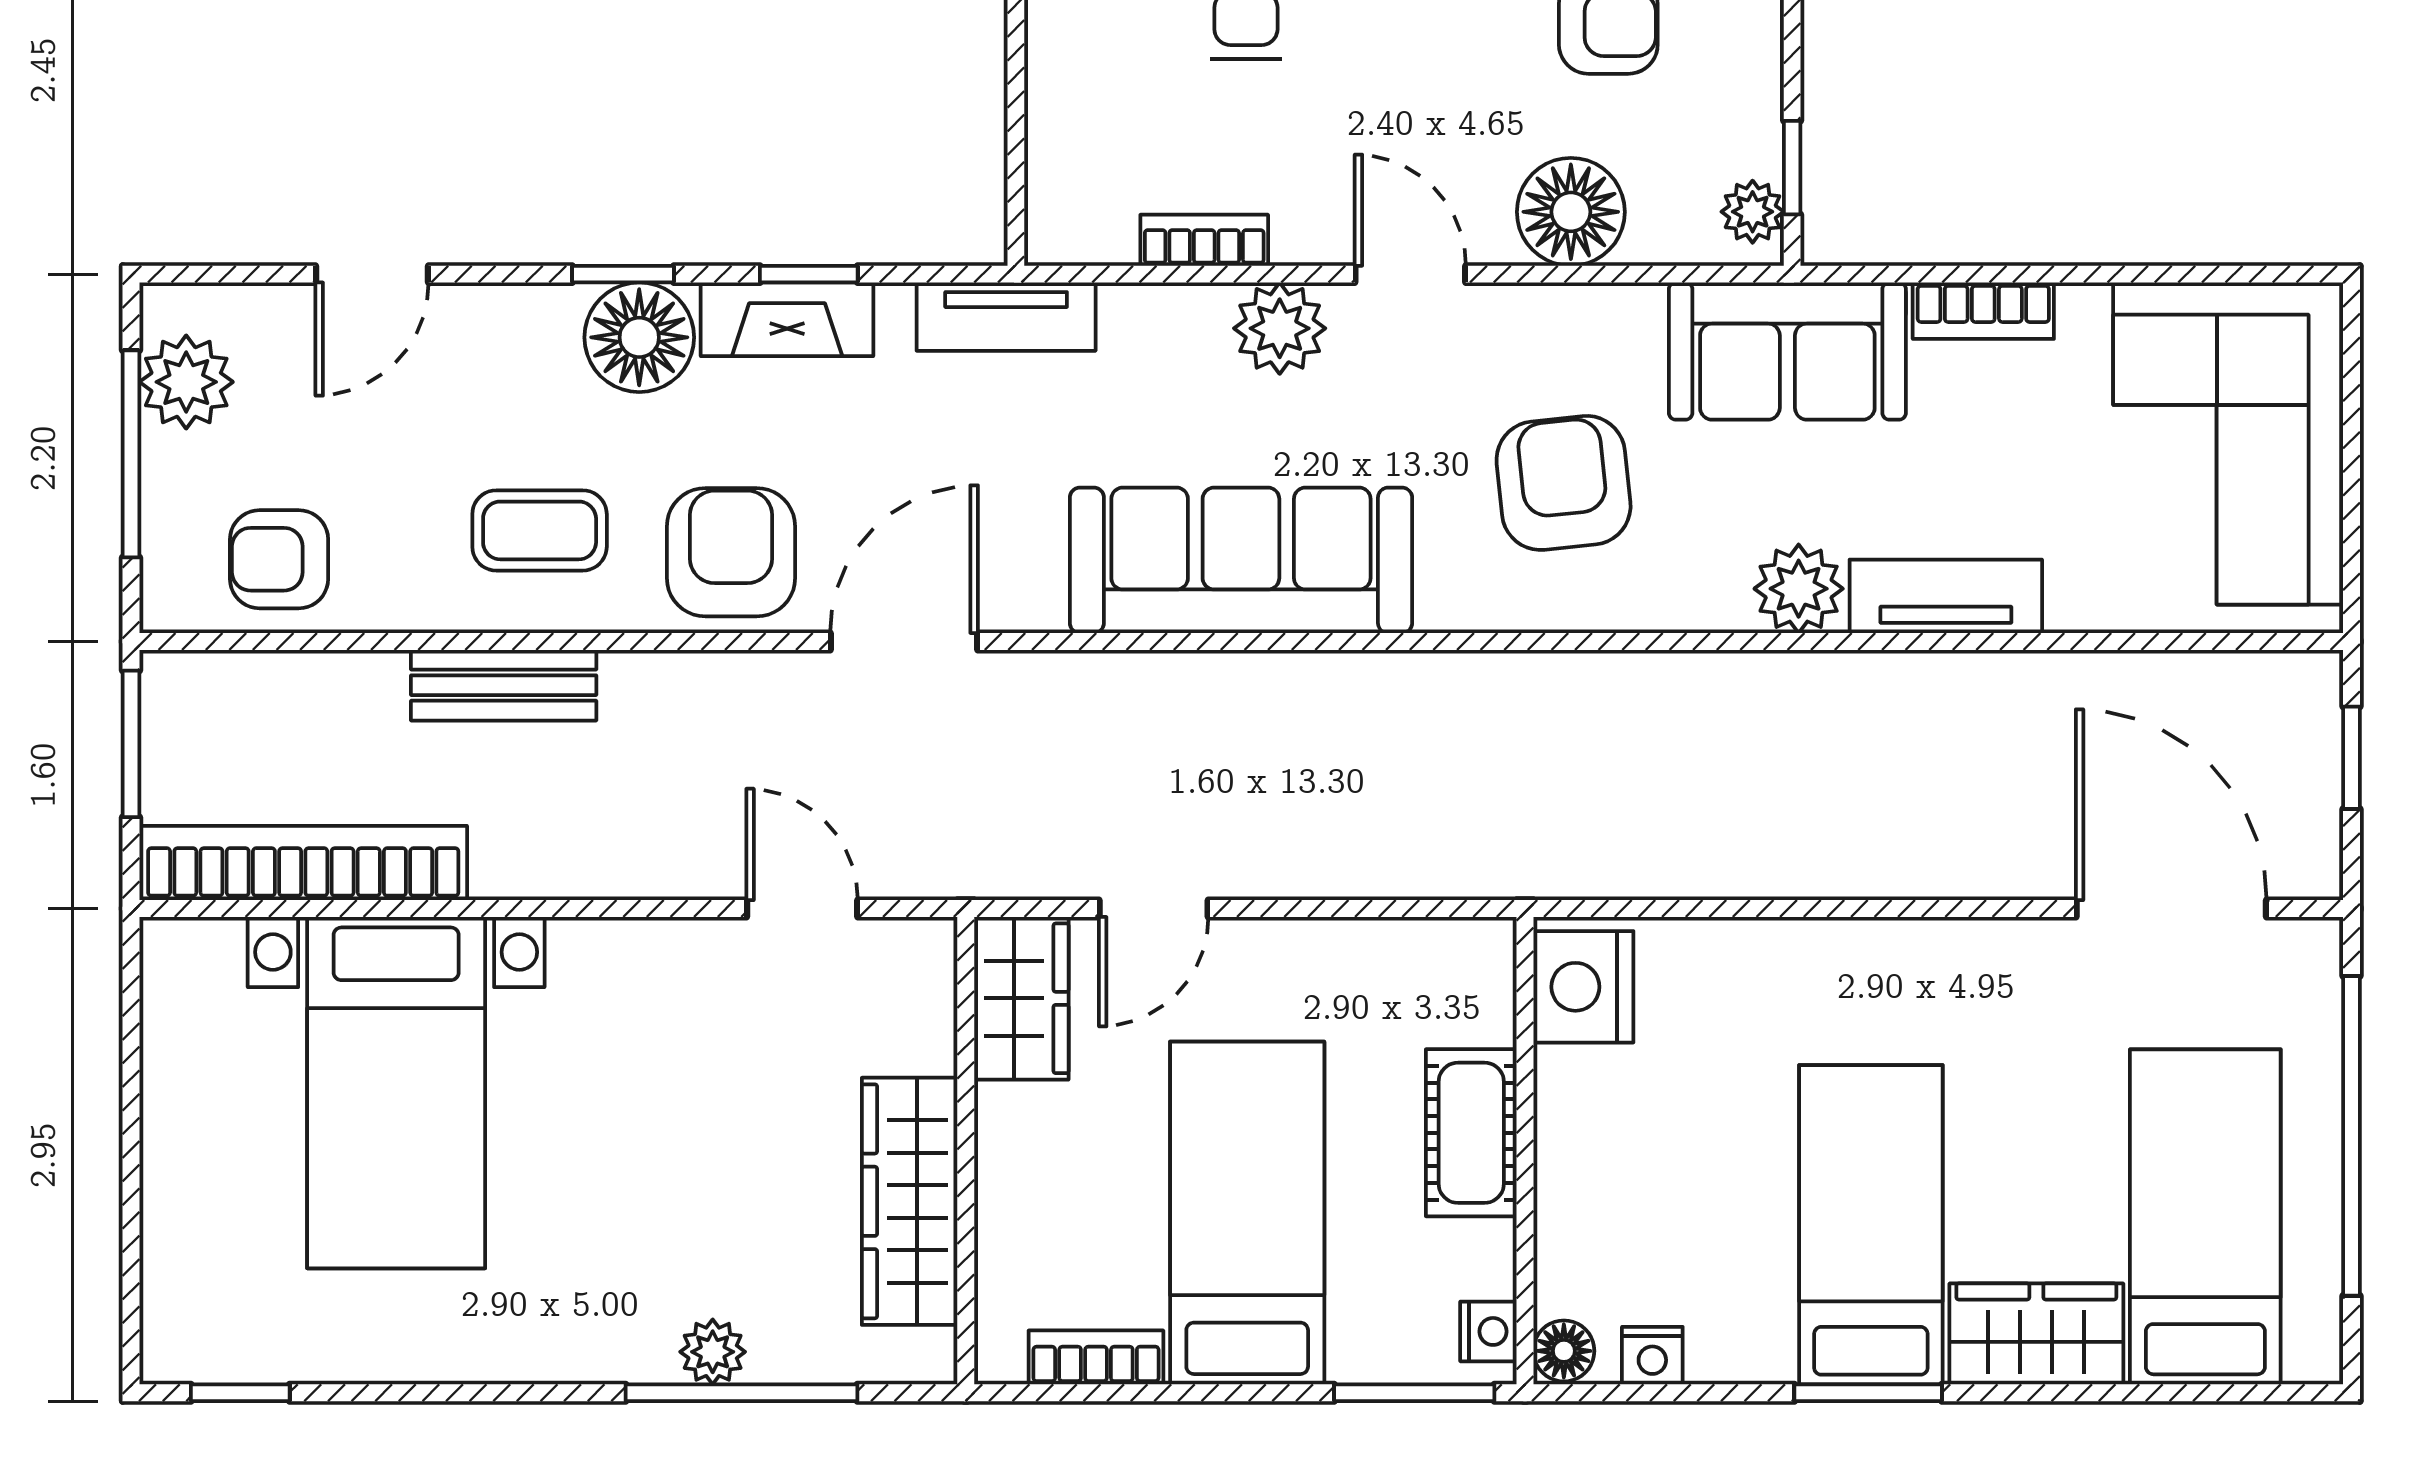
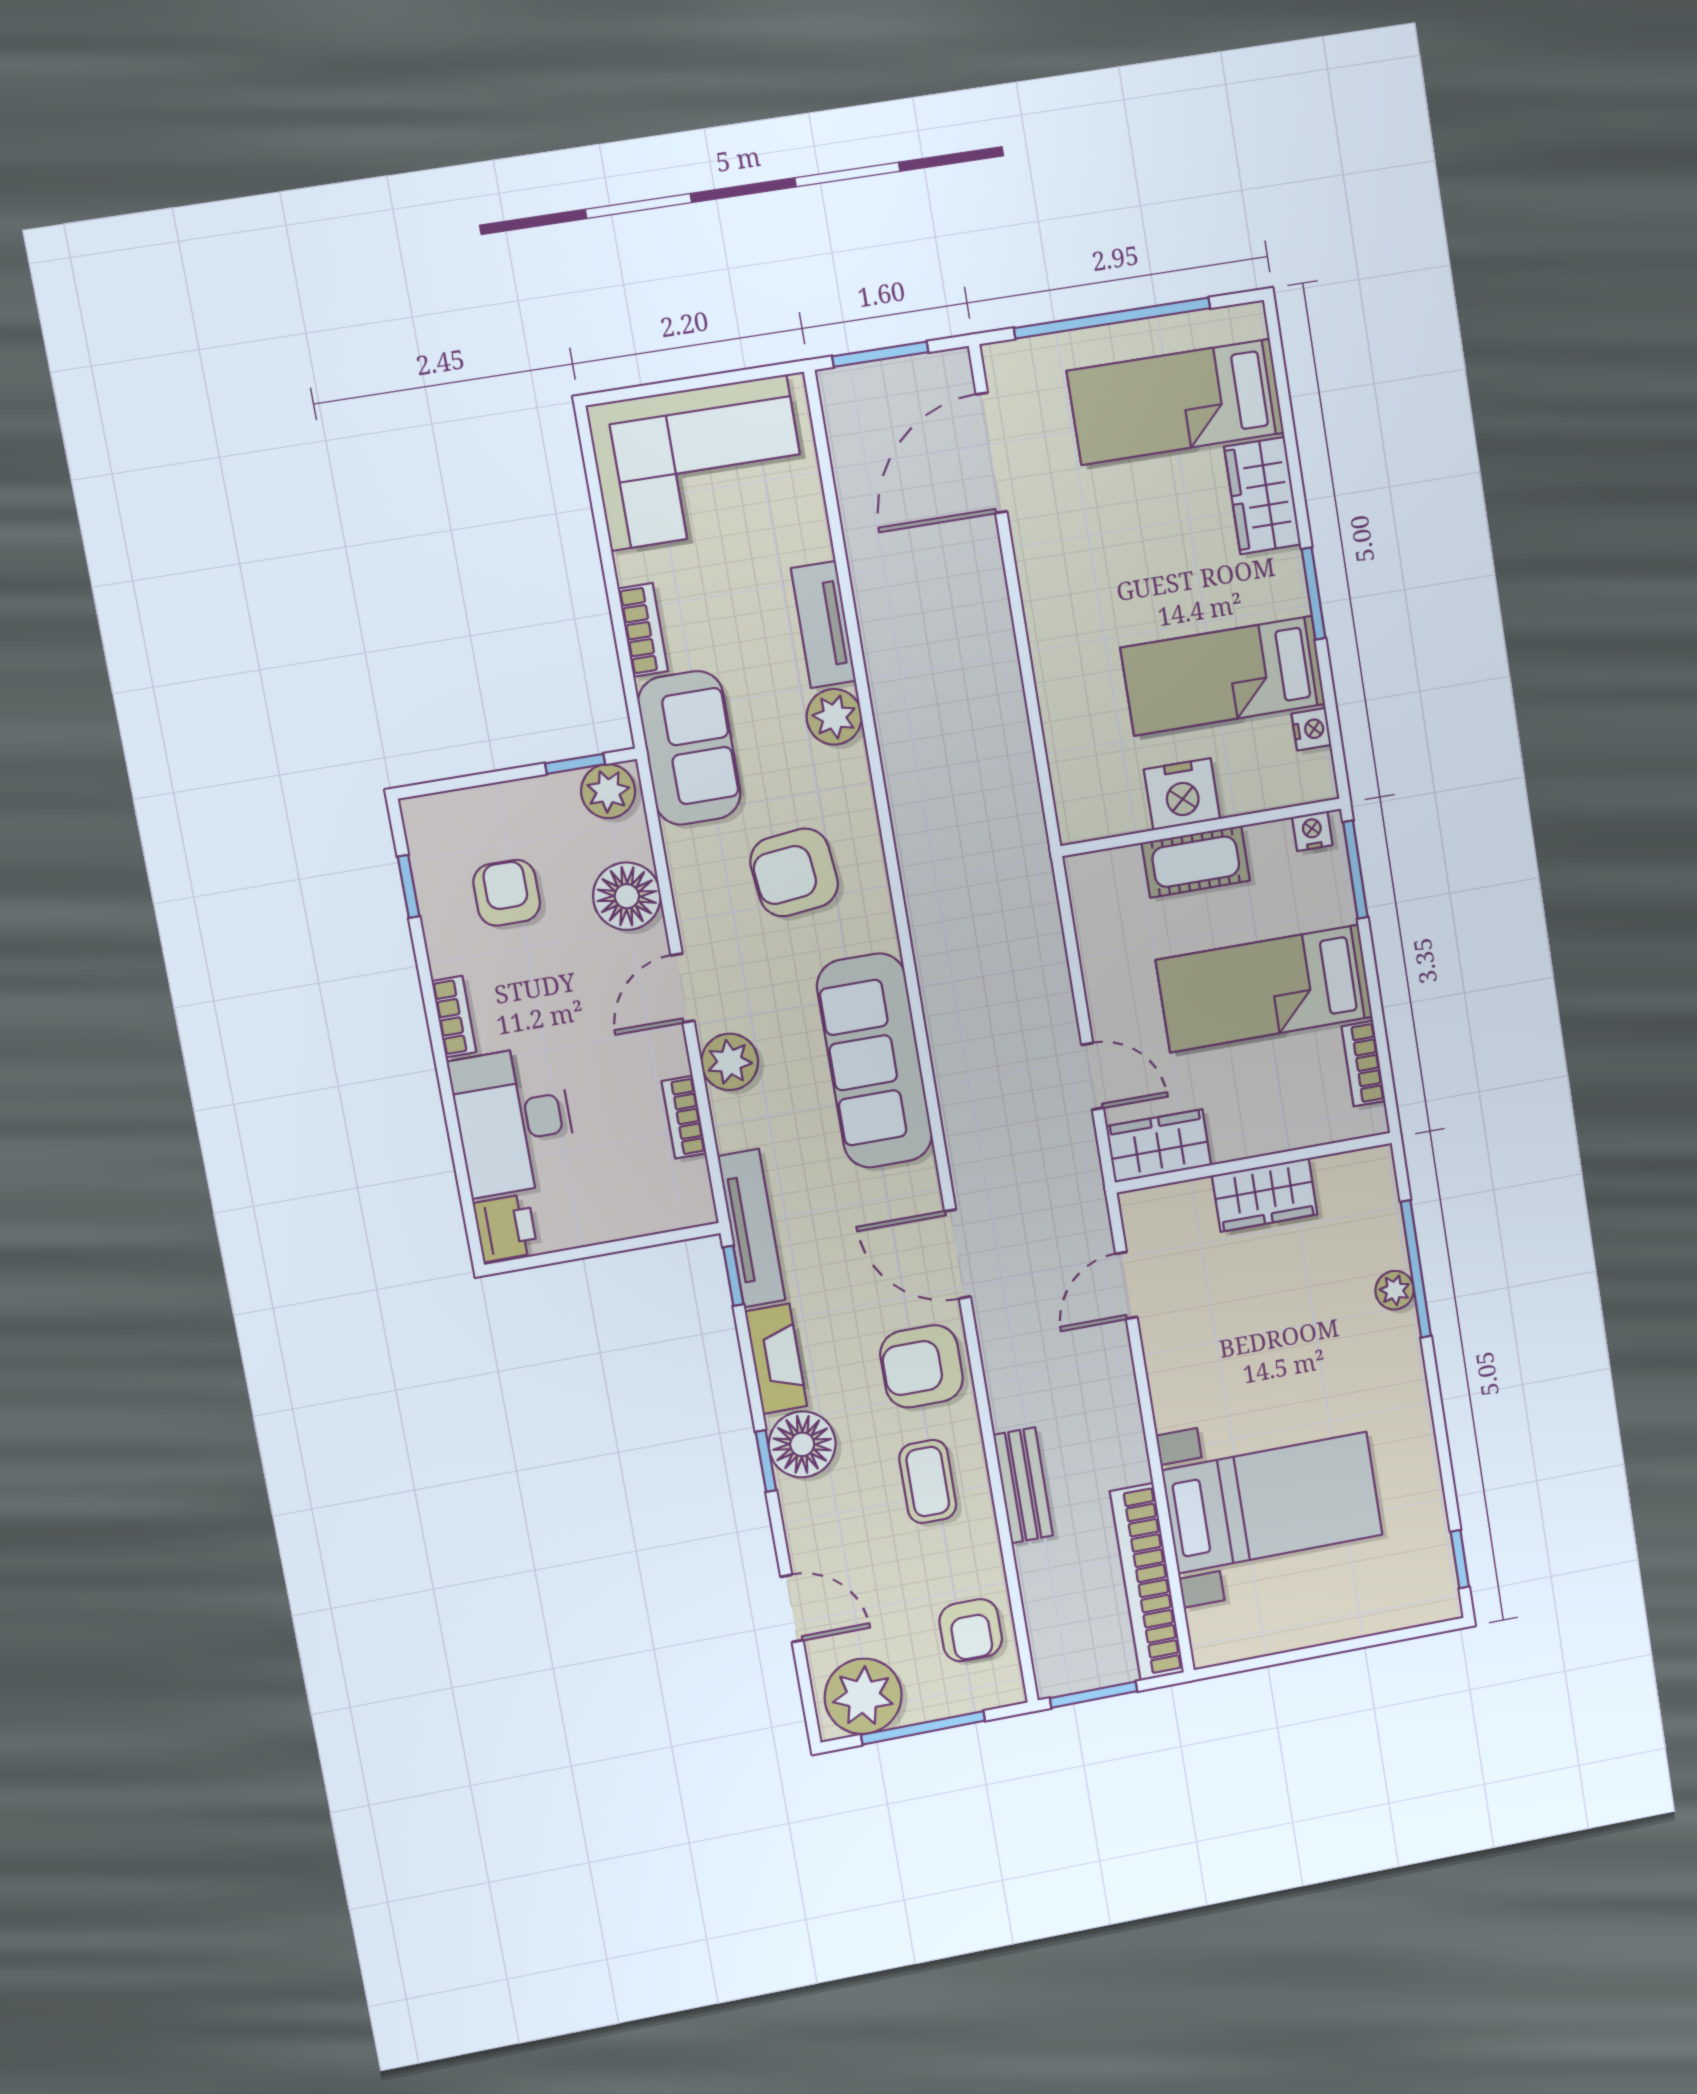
plant: (1753, 212) -> (608, 791), width x1.38, depth x1.38
window: (809, 274) -> (733, 1276), moved
tv unit: (1006, 317) -> (752, 1228), width x1.41
plant: (186, 382) -> (863, 1696), width x1.36, depth x1.36
window: (2351, 758) -> (880, 354), width x1.50
nightstand: (1583, 987) -> (1182, 794), moved
wardrobe: (910, 1201) -> (1265, 1195), width x0.67
bed: (1871, 1225) -> (1223, 676), moved
floor lamp: (1564, 1351) -> (1317, 783), removed

